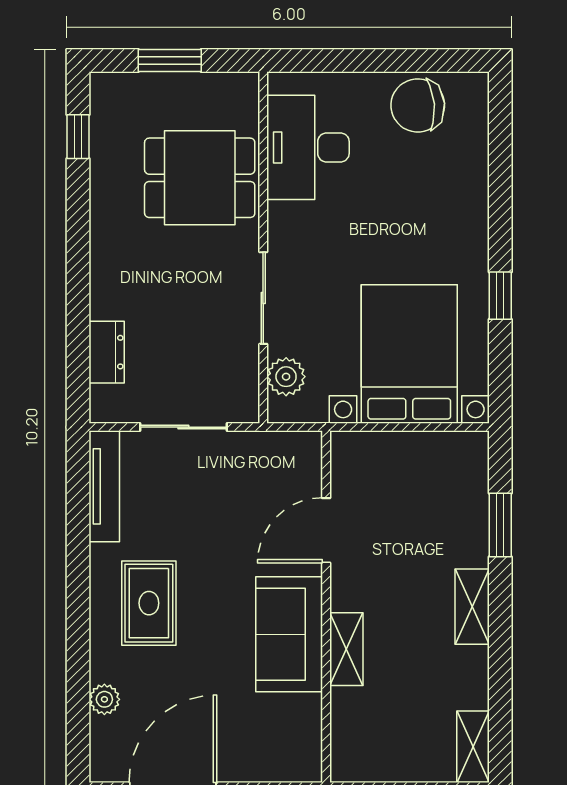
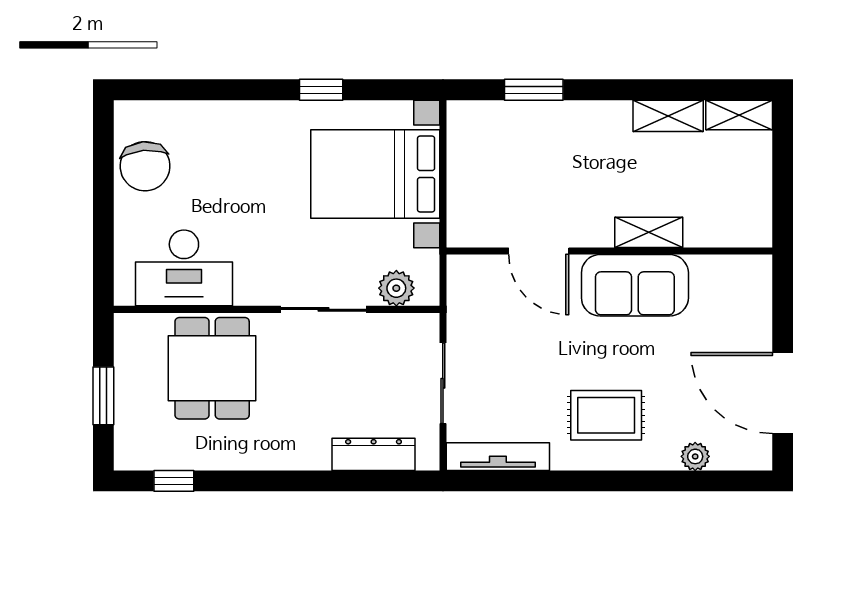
dresser: (107, 352) -> (374, 454), width x1.44
shelving: (472, 607) -> (668, 116), moved

